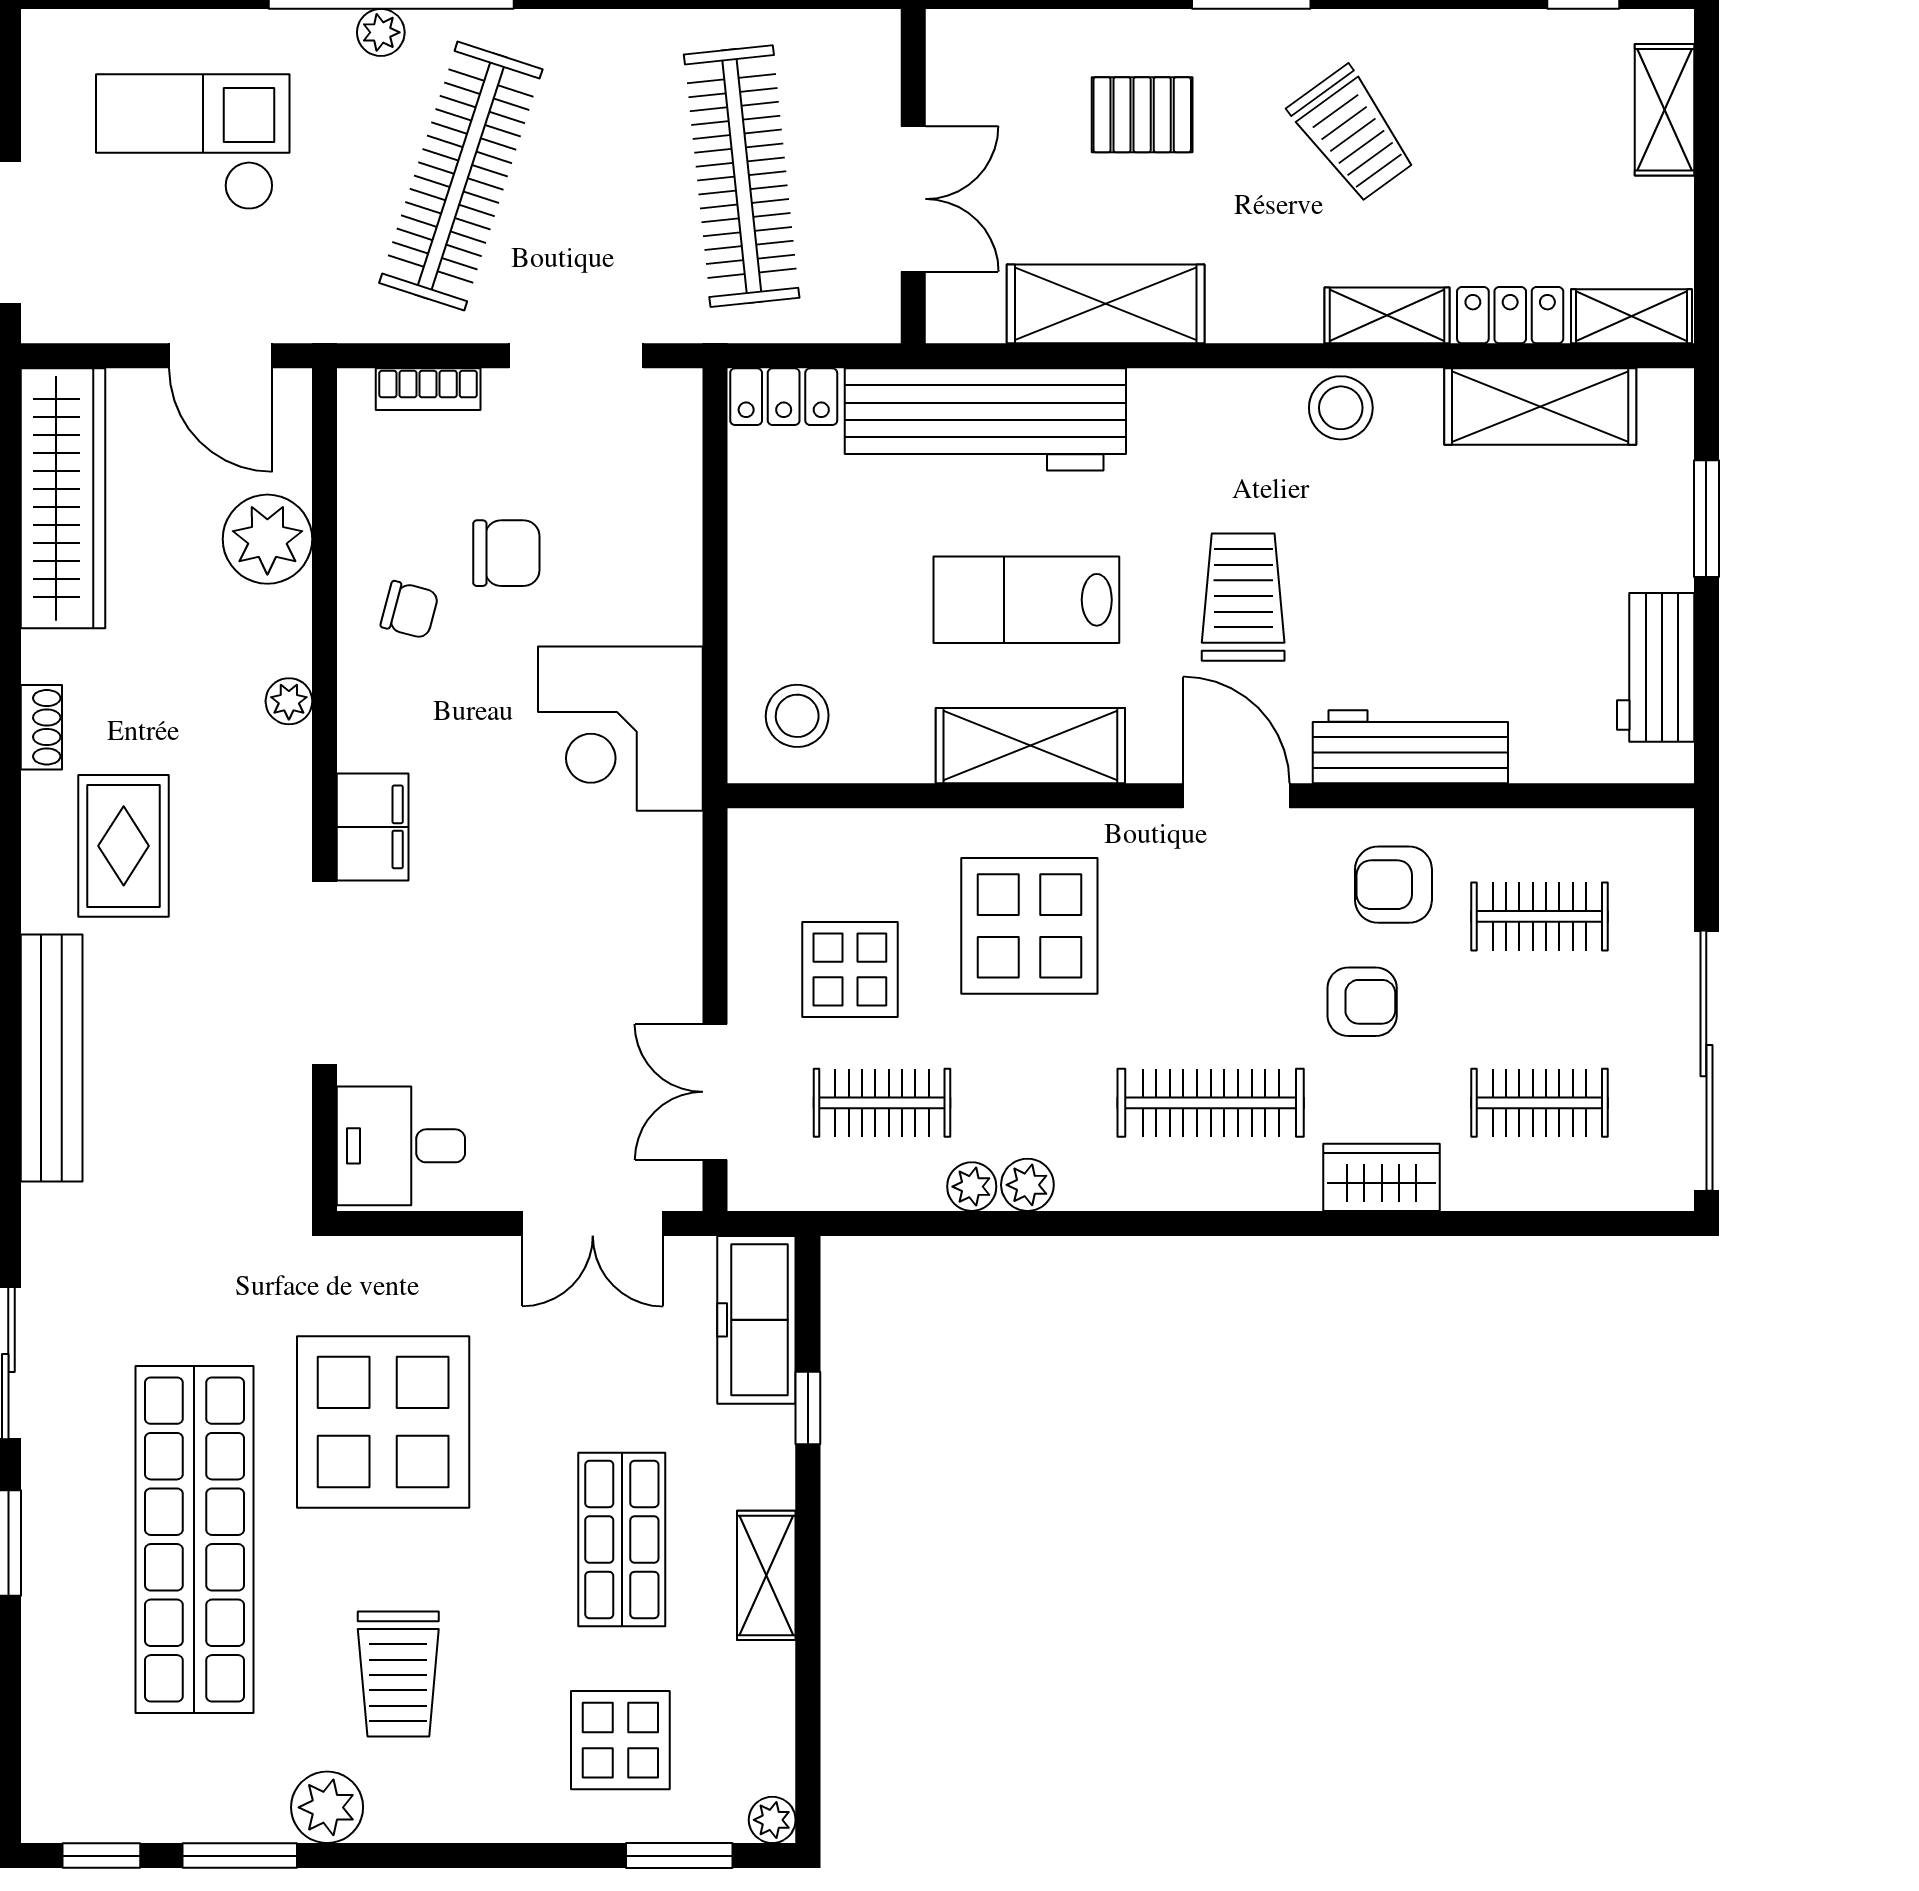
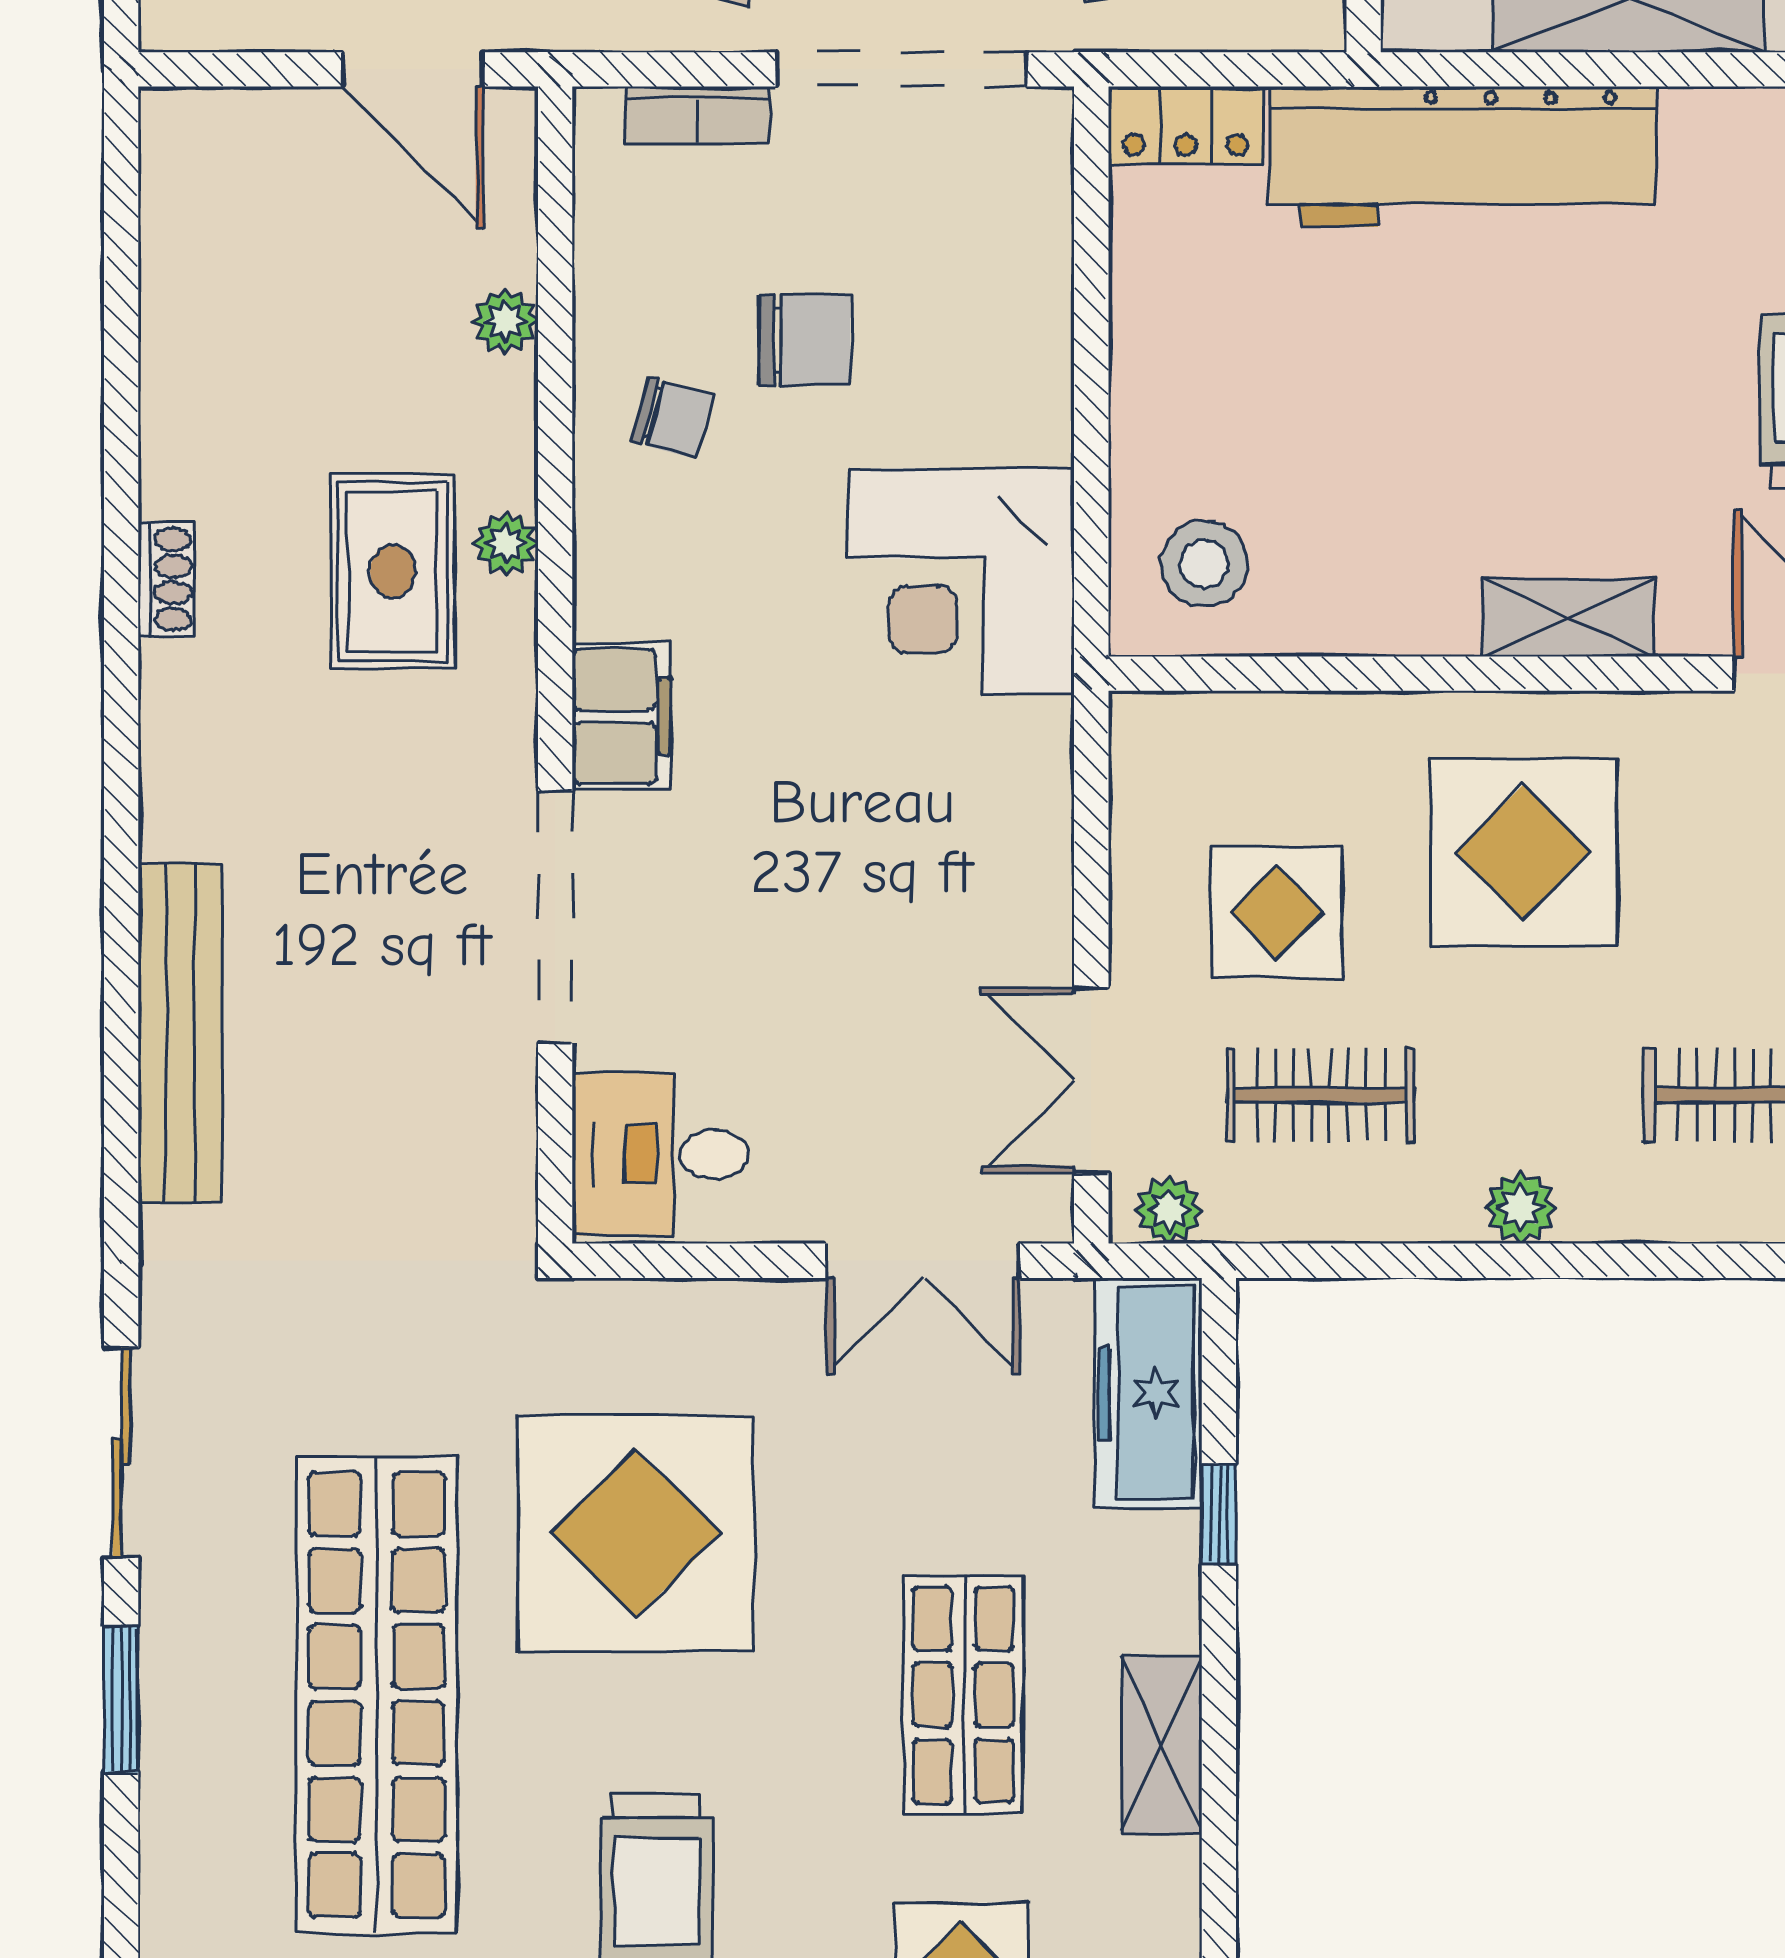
doorway: (576, 356) -> (901, 69), width x1.36
wardrobe: (63, 498) -> (196, 265), removed
plant: (267, 539) -> (505, 321), width x0.53, depth x0.53
lab bench: (1026, 600) -> (1519, 404), removed
shelving: (1030, 746) -> (1568, 618), width x0.67, depth x0.75
rug: (124, 846) -> (393, 571), moved
plant: (972, 1187) -> (1169, 1210), moved

